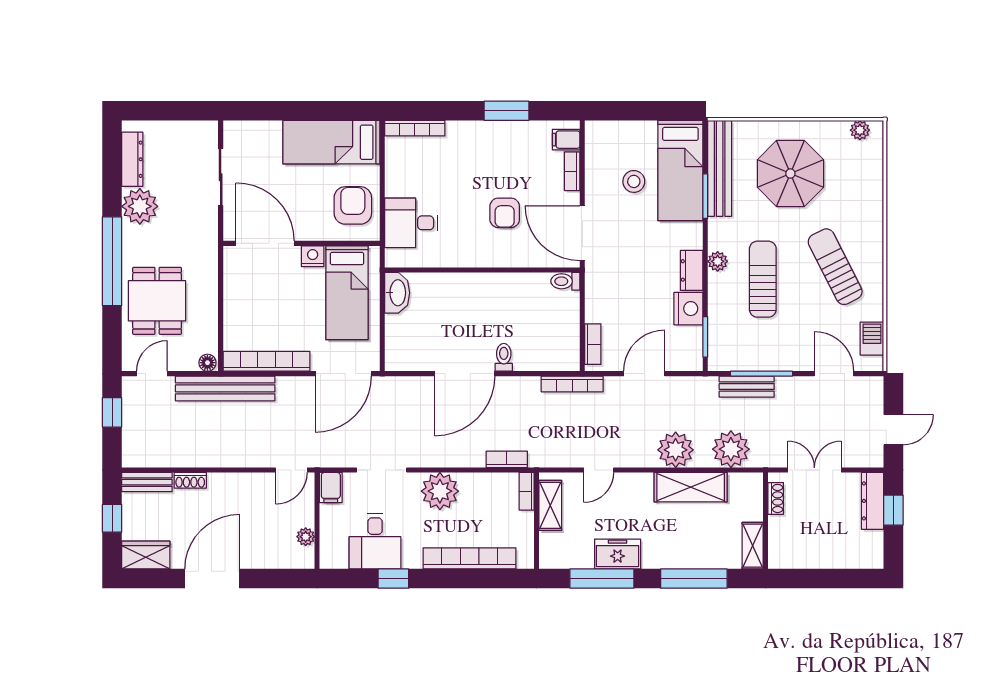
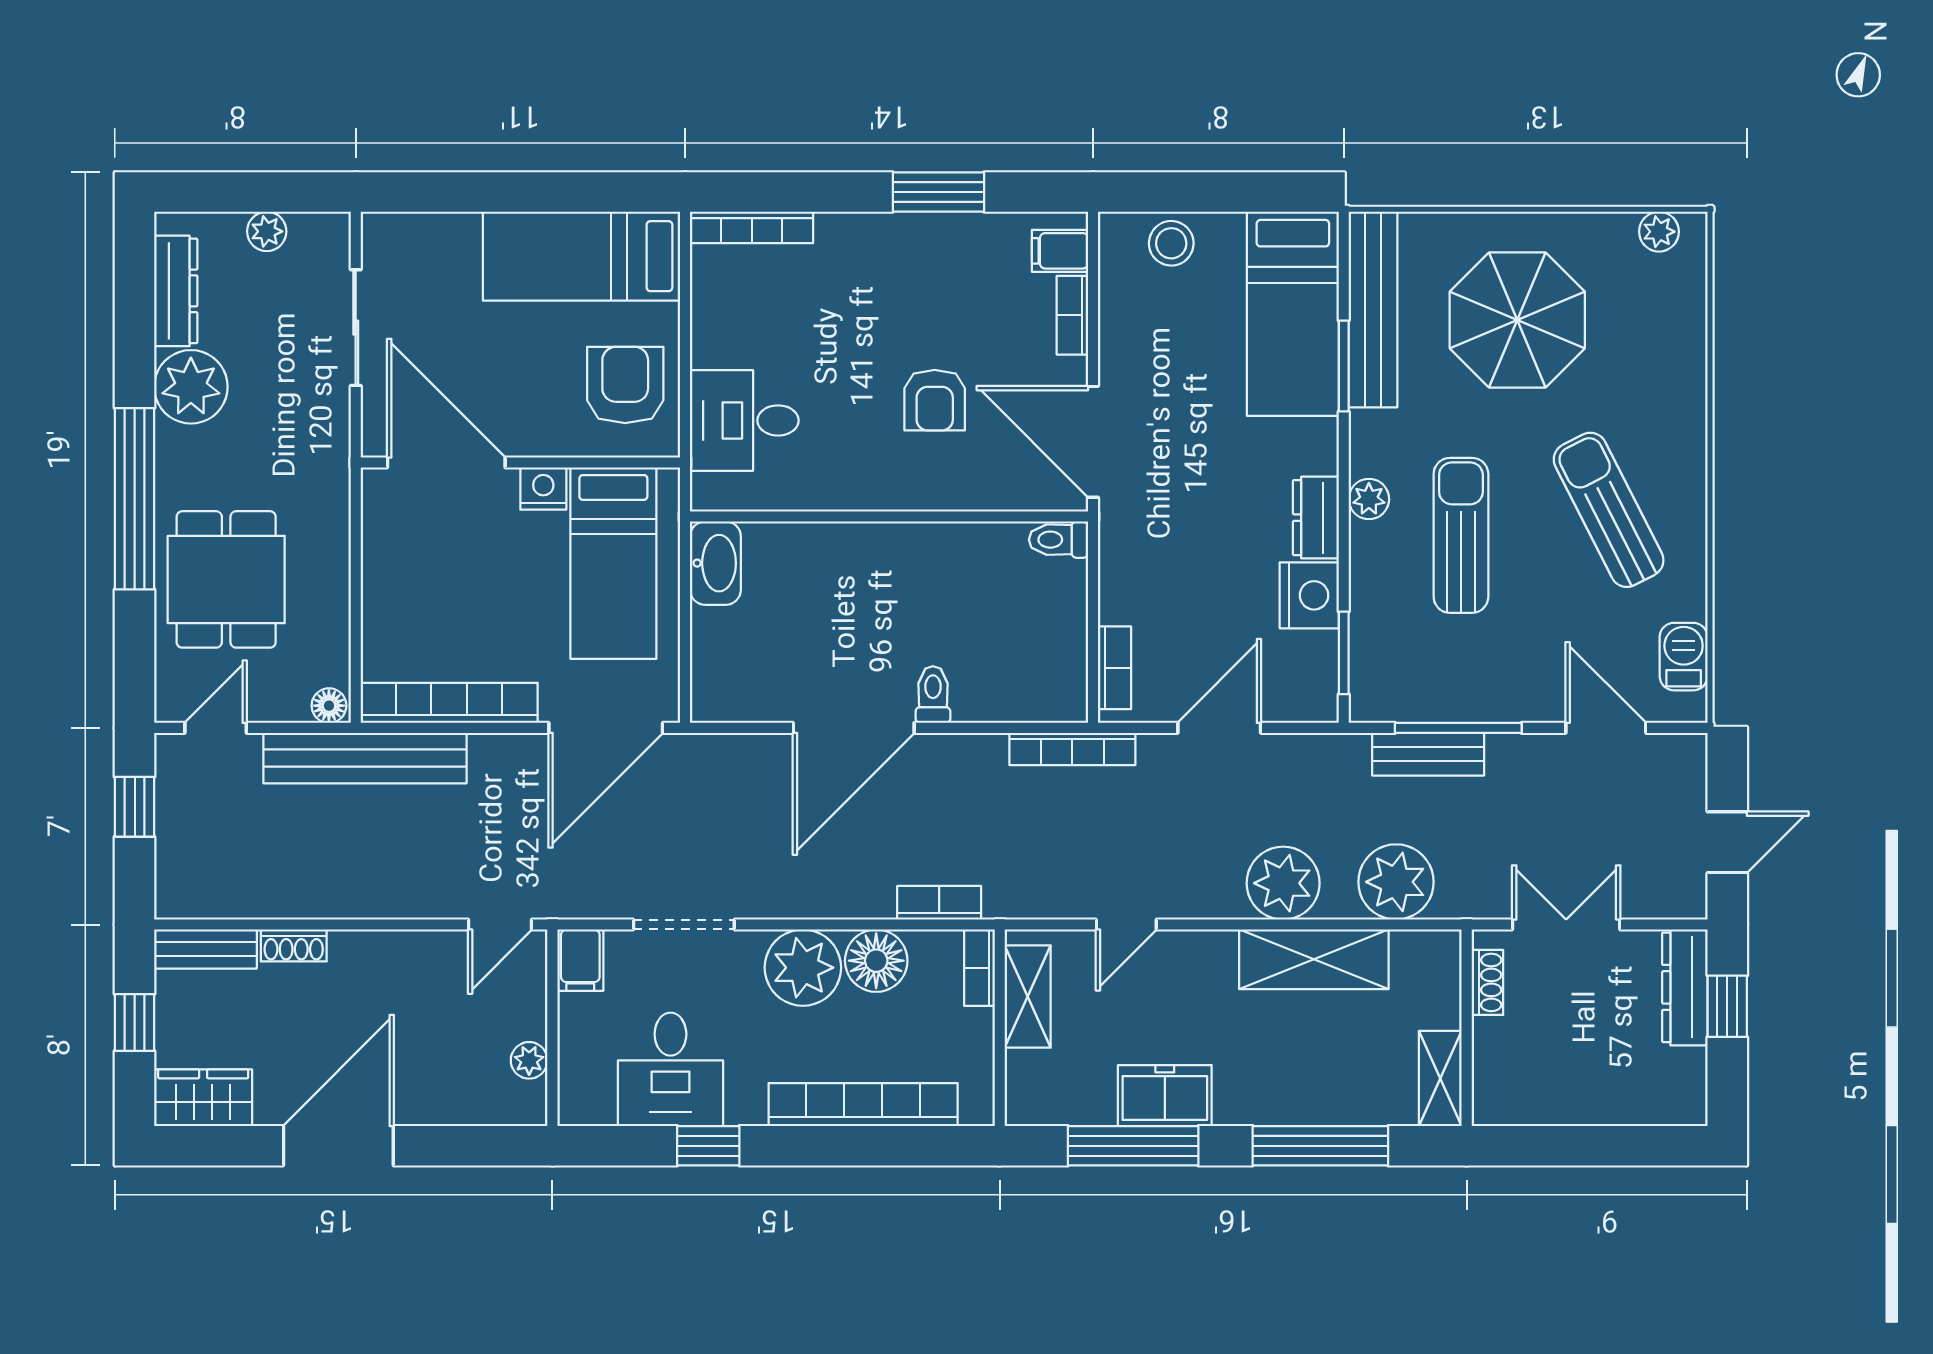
plant: (177, 130) -> (267, 231), added
stool: (634, 181) -> (1171, 243), moved
floor lamp: (476, 488) -> (876, 961), added

